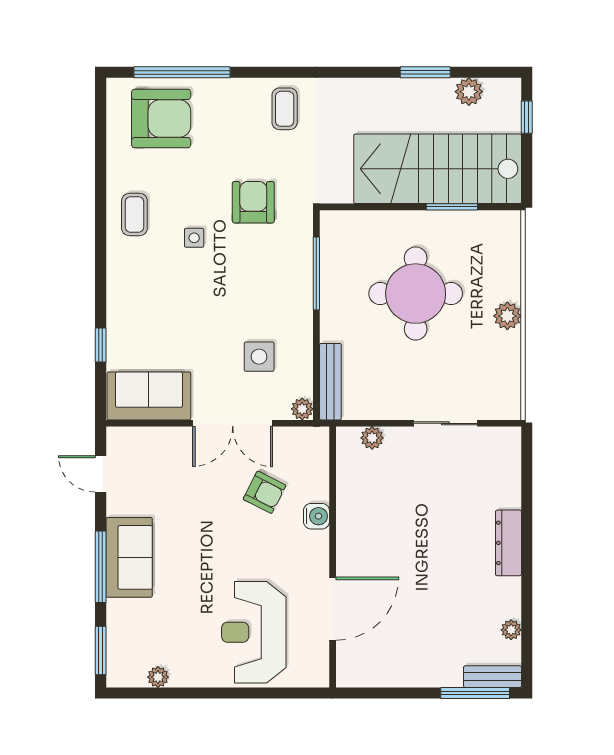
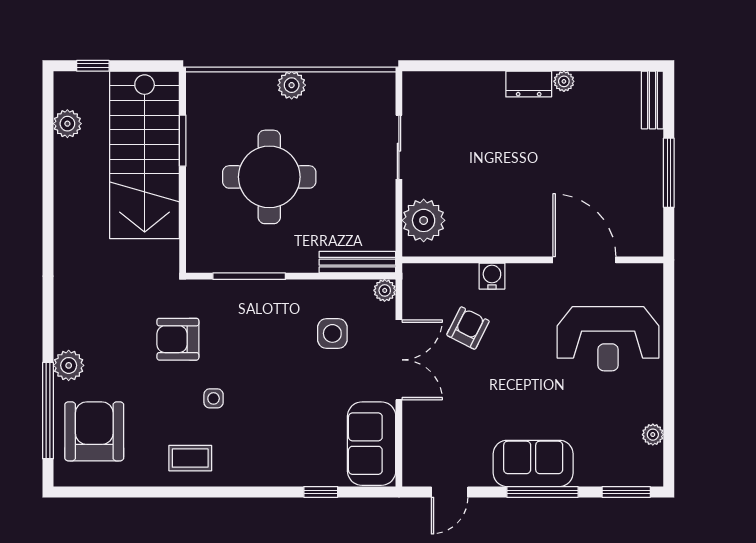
window: (425, 72) -> (48, 167), removed
plant: (227, 93) -> (69, 365), added
coffee table: (285, 109) -> (85, 308), removed
plant: (372, 438) -> (424, 220), width x1.87, depth x1.87
dresser: (508, 543) -> (529, 84), width x0.70
plant: (511, 630) -> (564, 81), moved
window: (475, 693) -> (669, 173), moved

